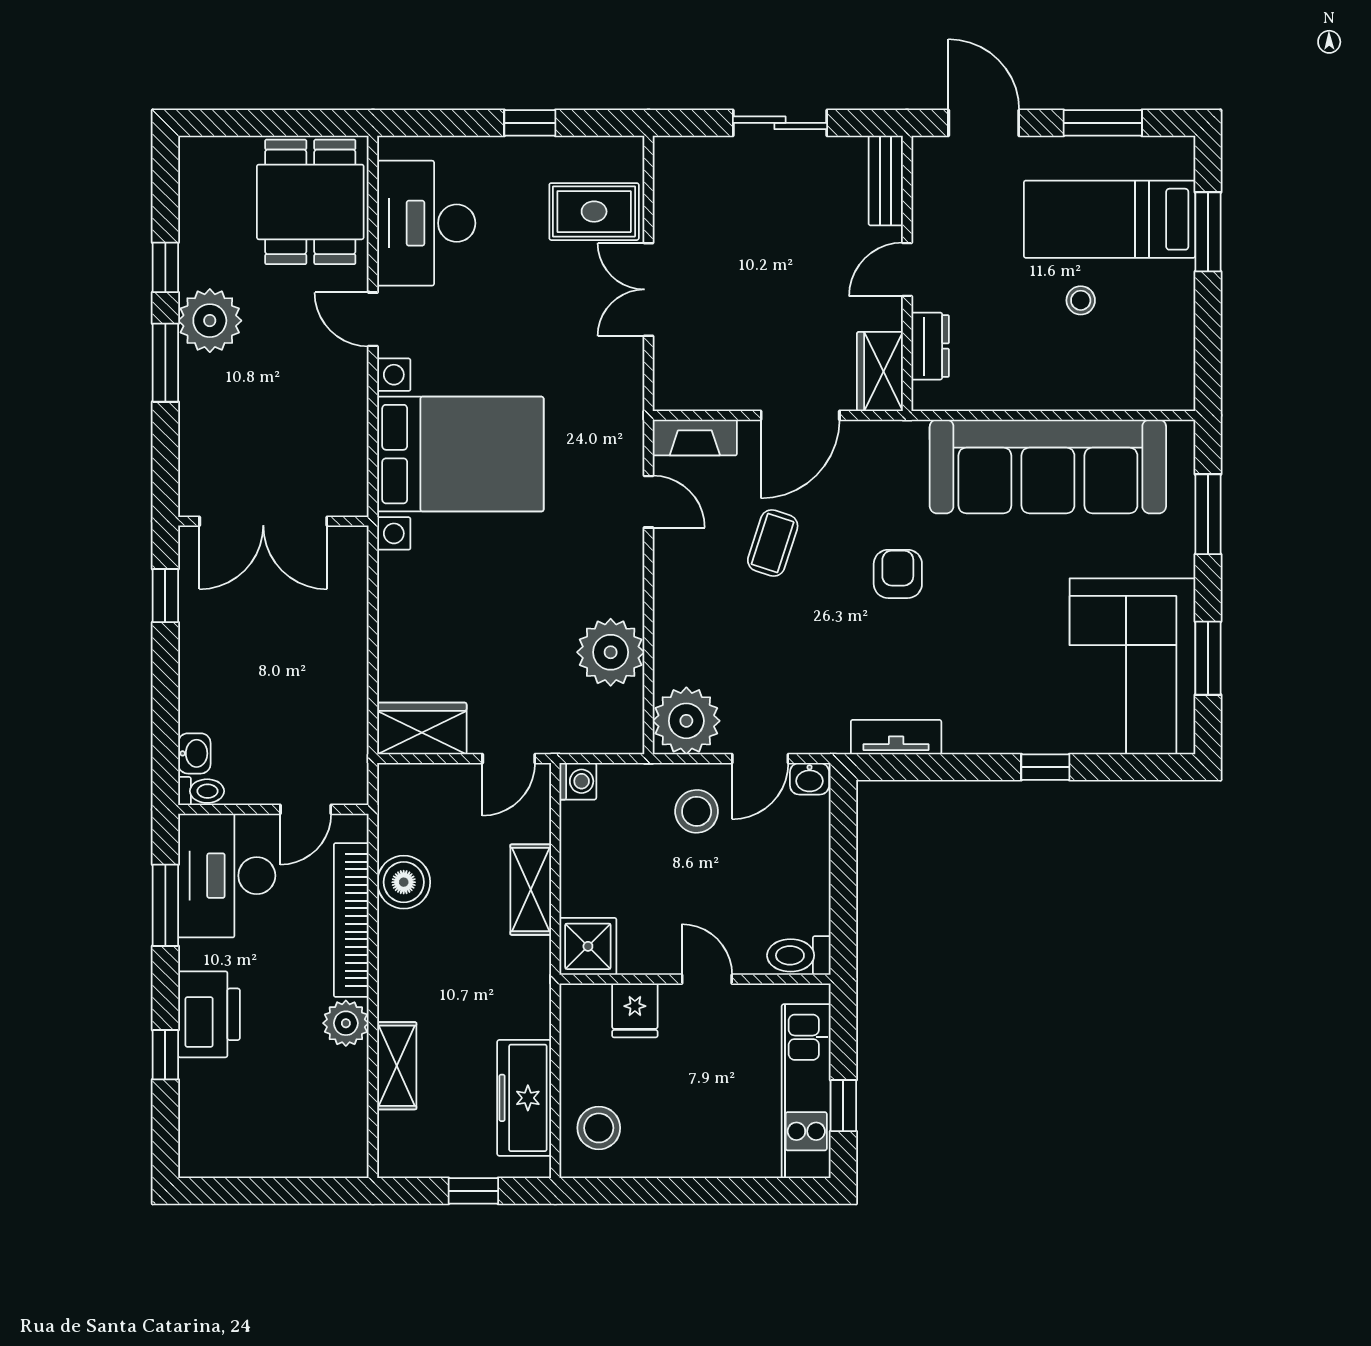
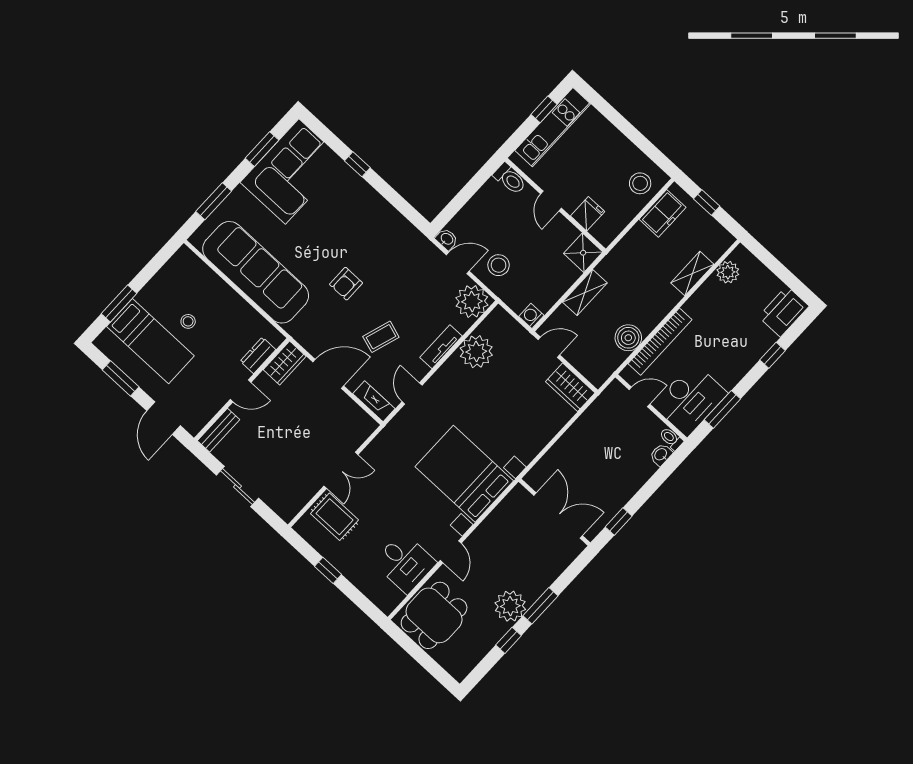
desk: (426, 223) -> (405, 563), width x0.73
tv unit: (896, 737) -> (441, 347), moved, turned 90
printer: (209, 1014) -> (784, 311), moved
plant: (346, 1023) -> (728, 272), moved
freezer: (524, 1098) -> (663, 213), width x0.71

